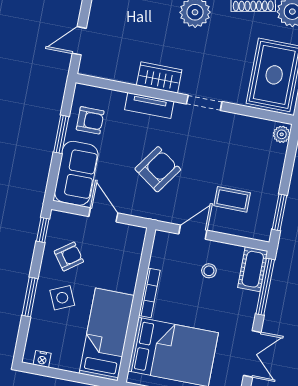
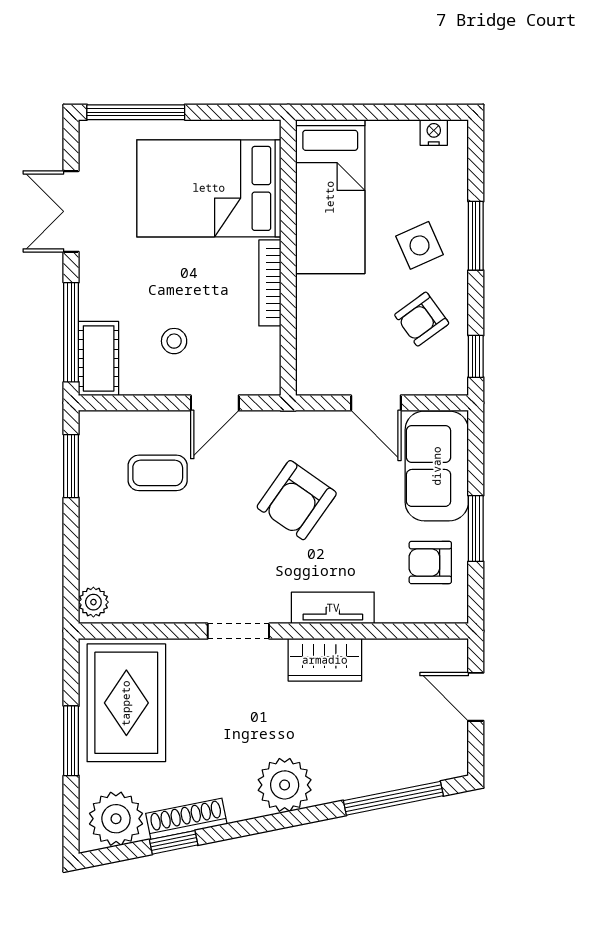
door: (79, 41) -> (476, 697), swing flipped

